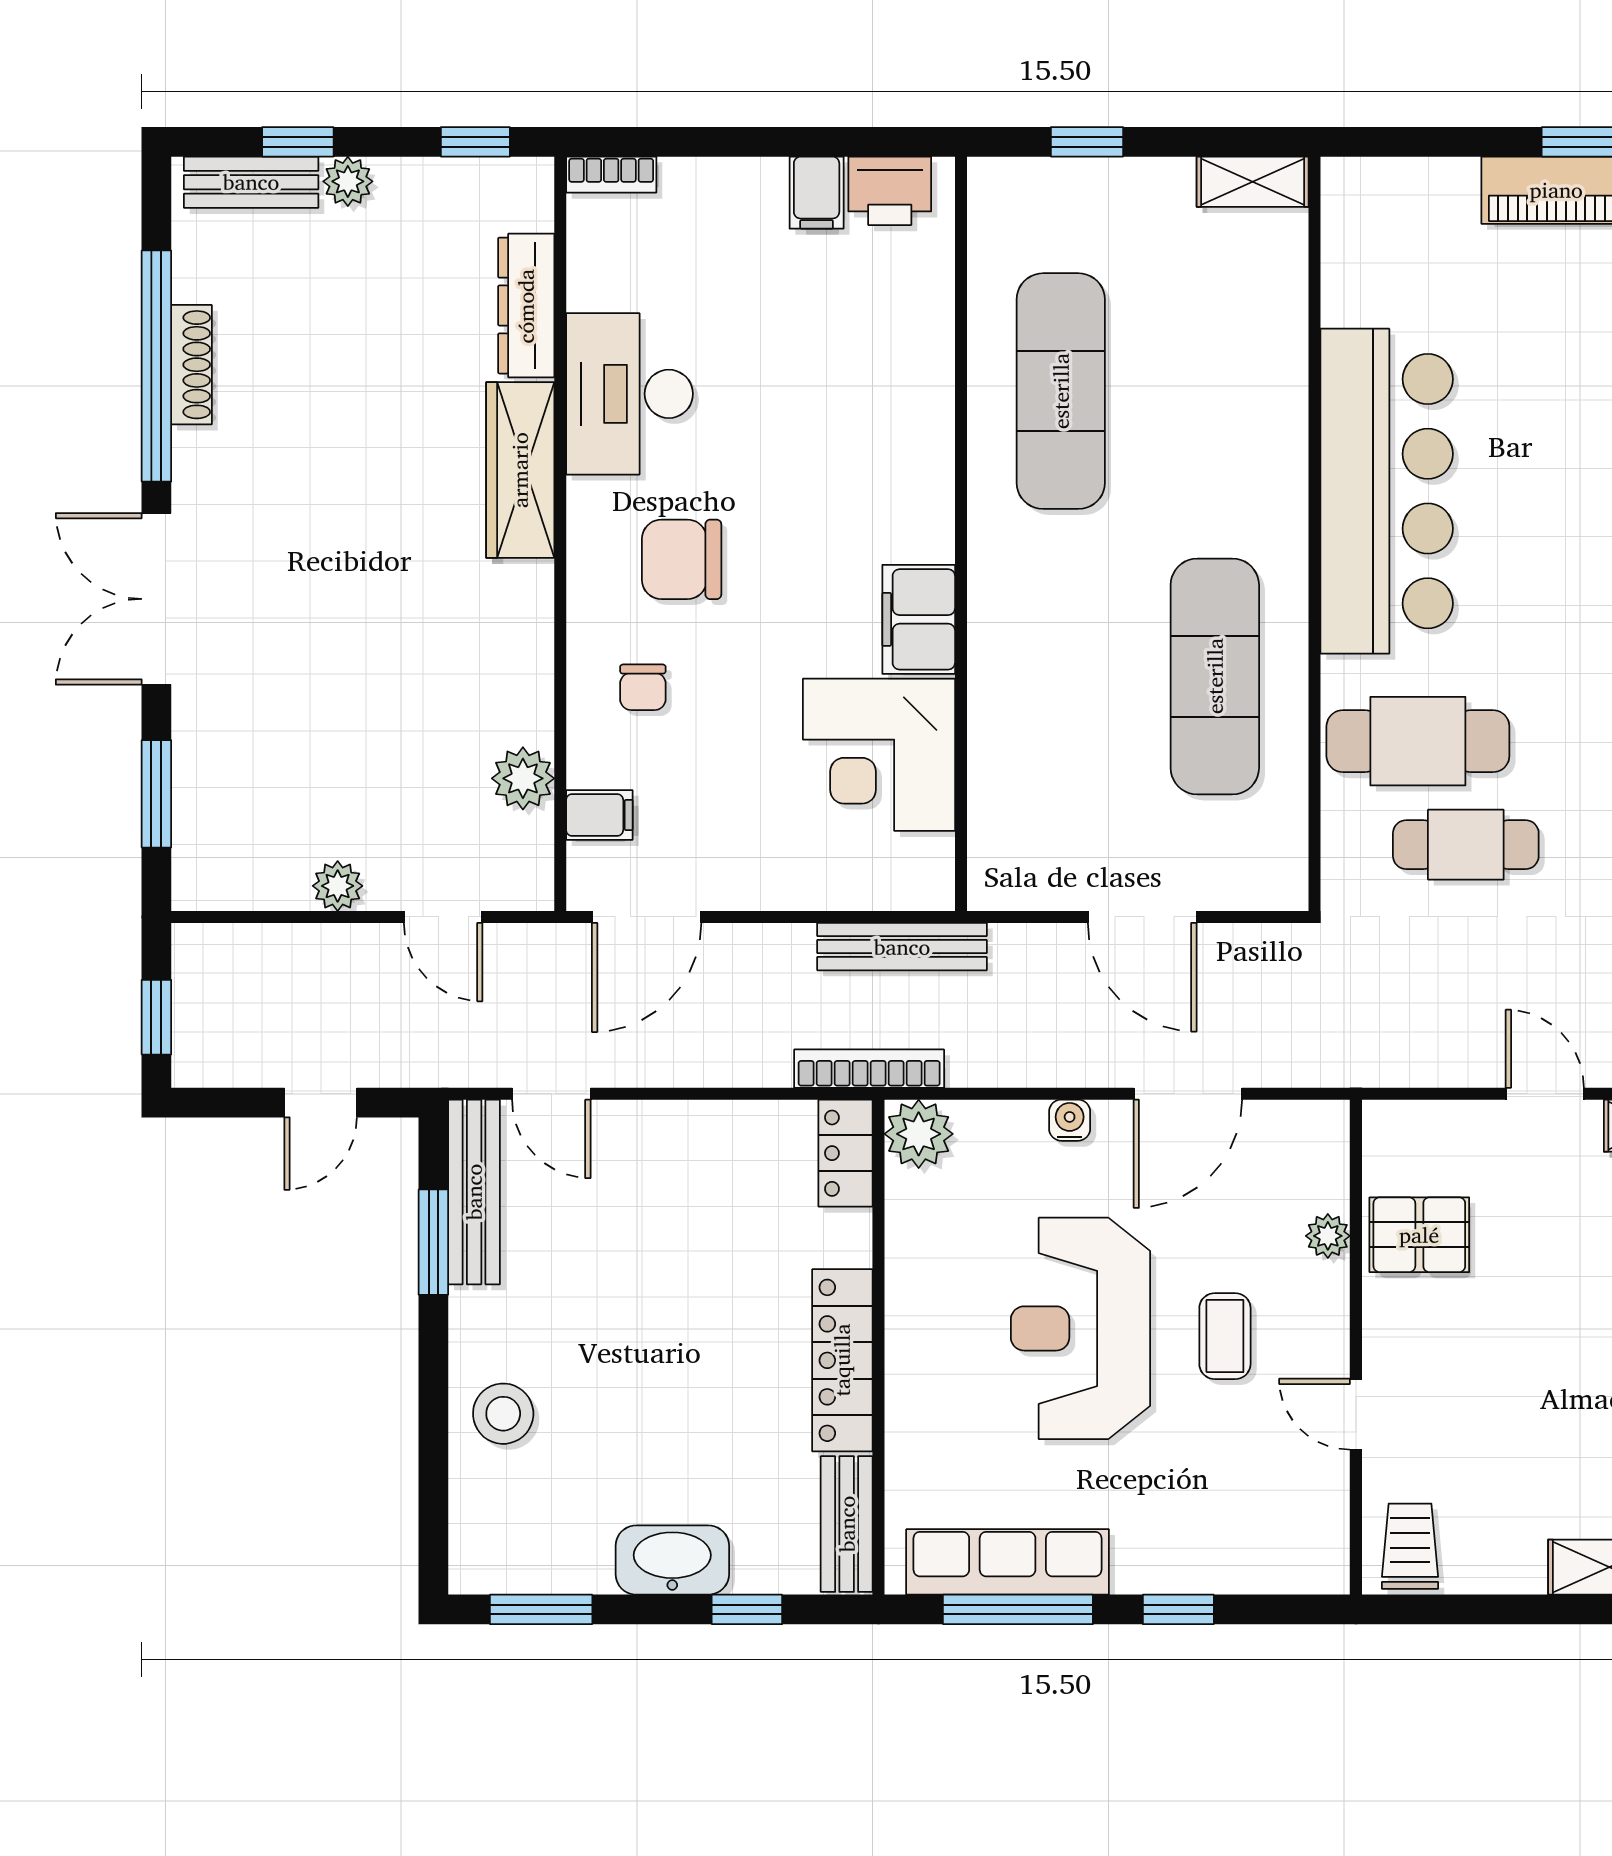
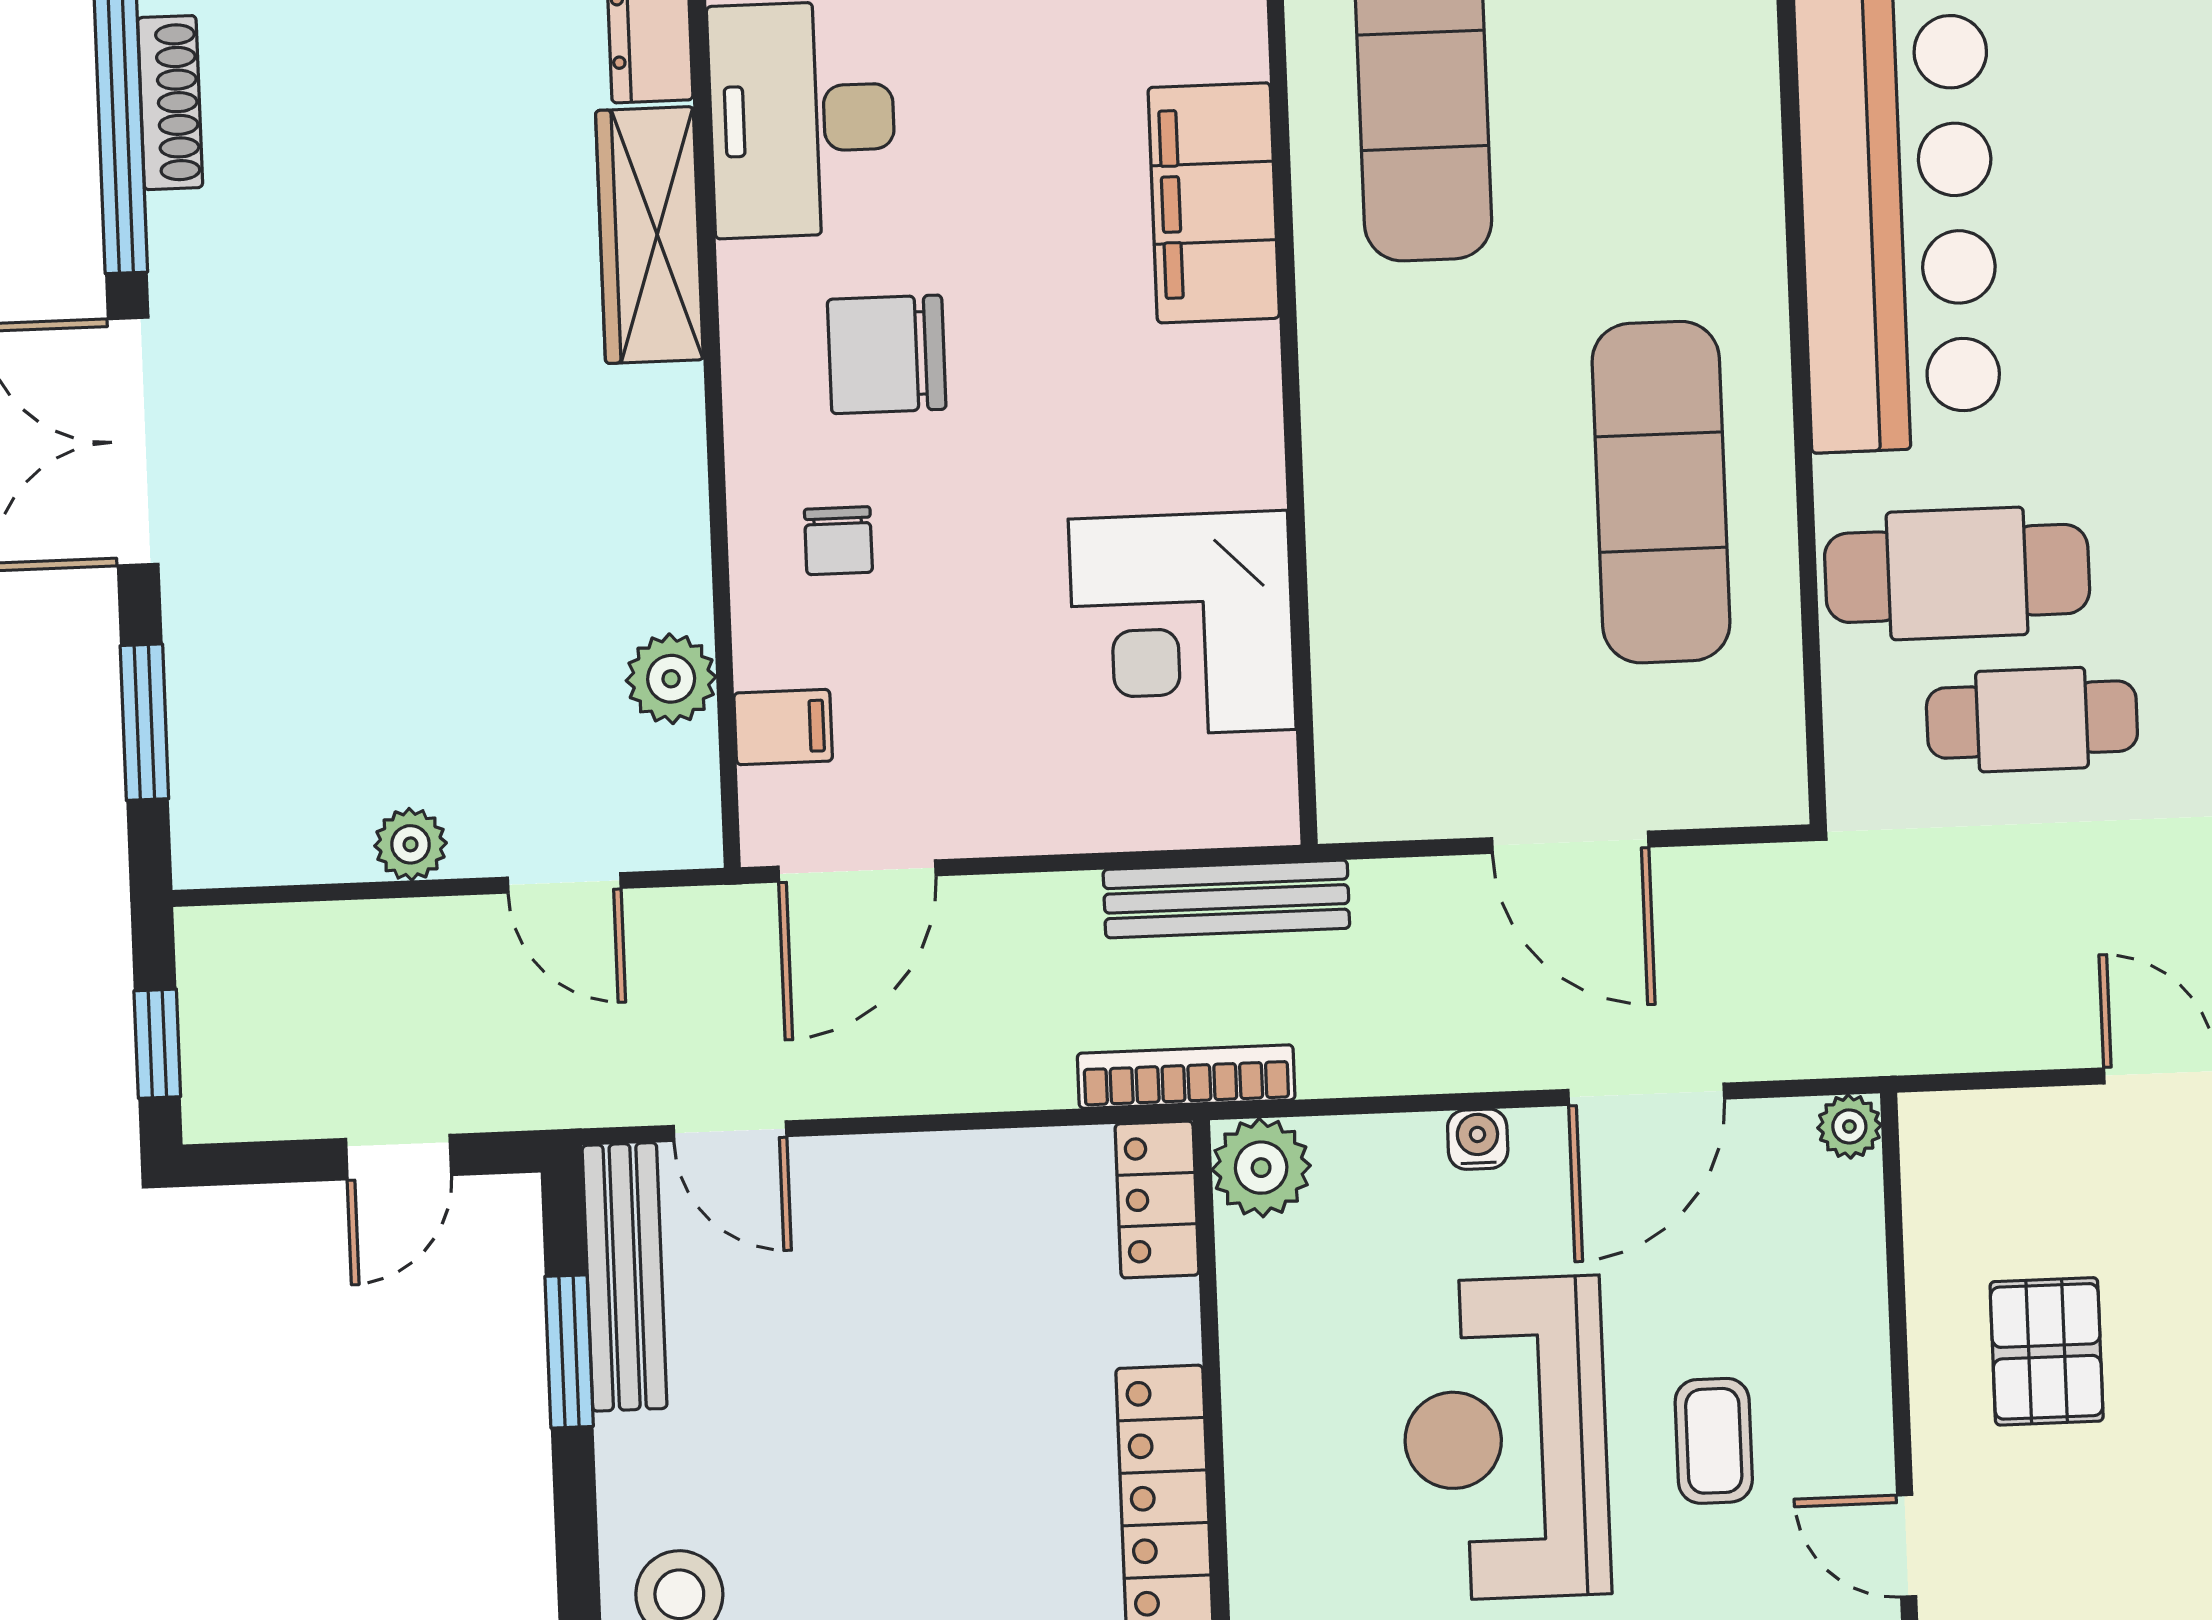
filing cabinet: (919, 619) -> (1214, 203), moved, width x1.50, depth x1.17
pallet: (1419, 1235) -> (2047, 1351), moved, turned 90
plant: (1328, 1236) -> (1849, 1126), moved

